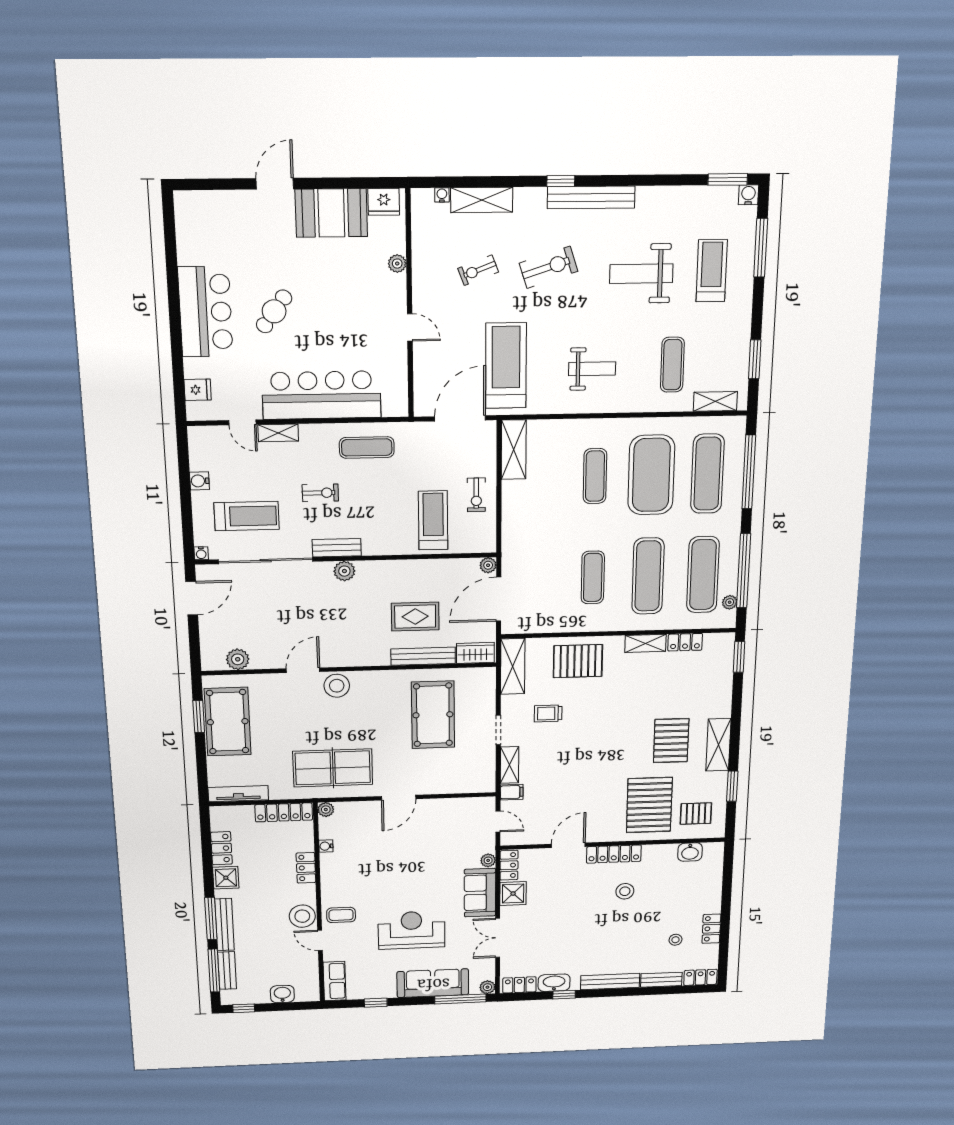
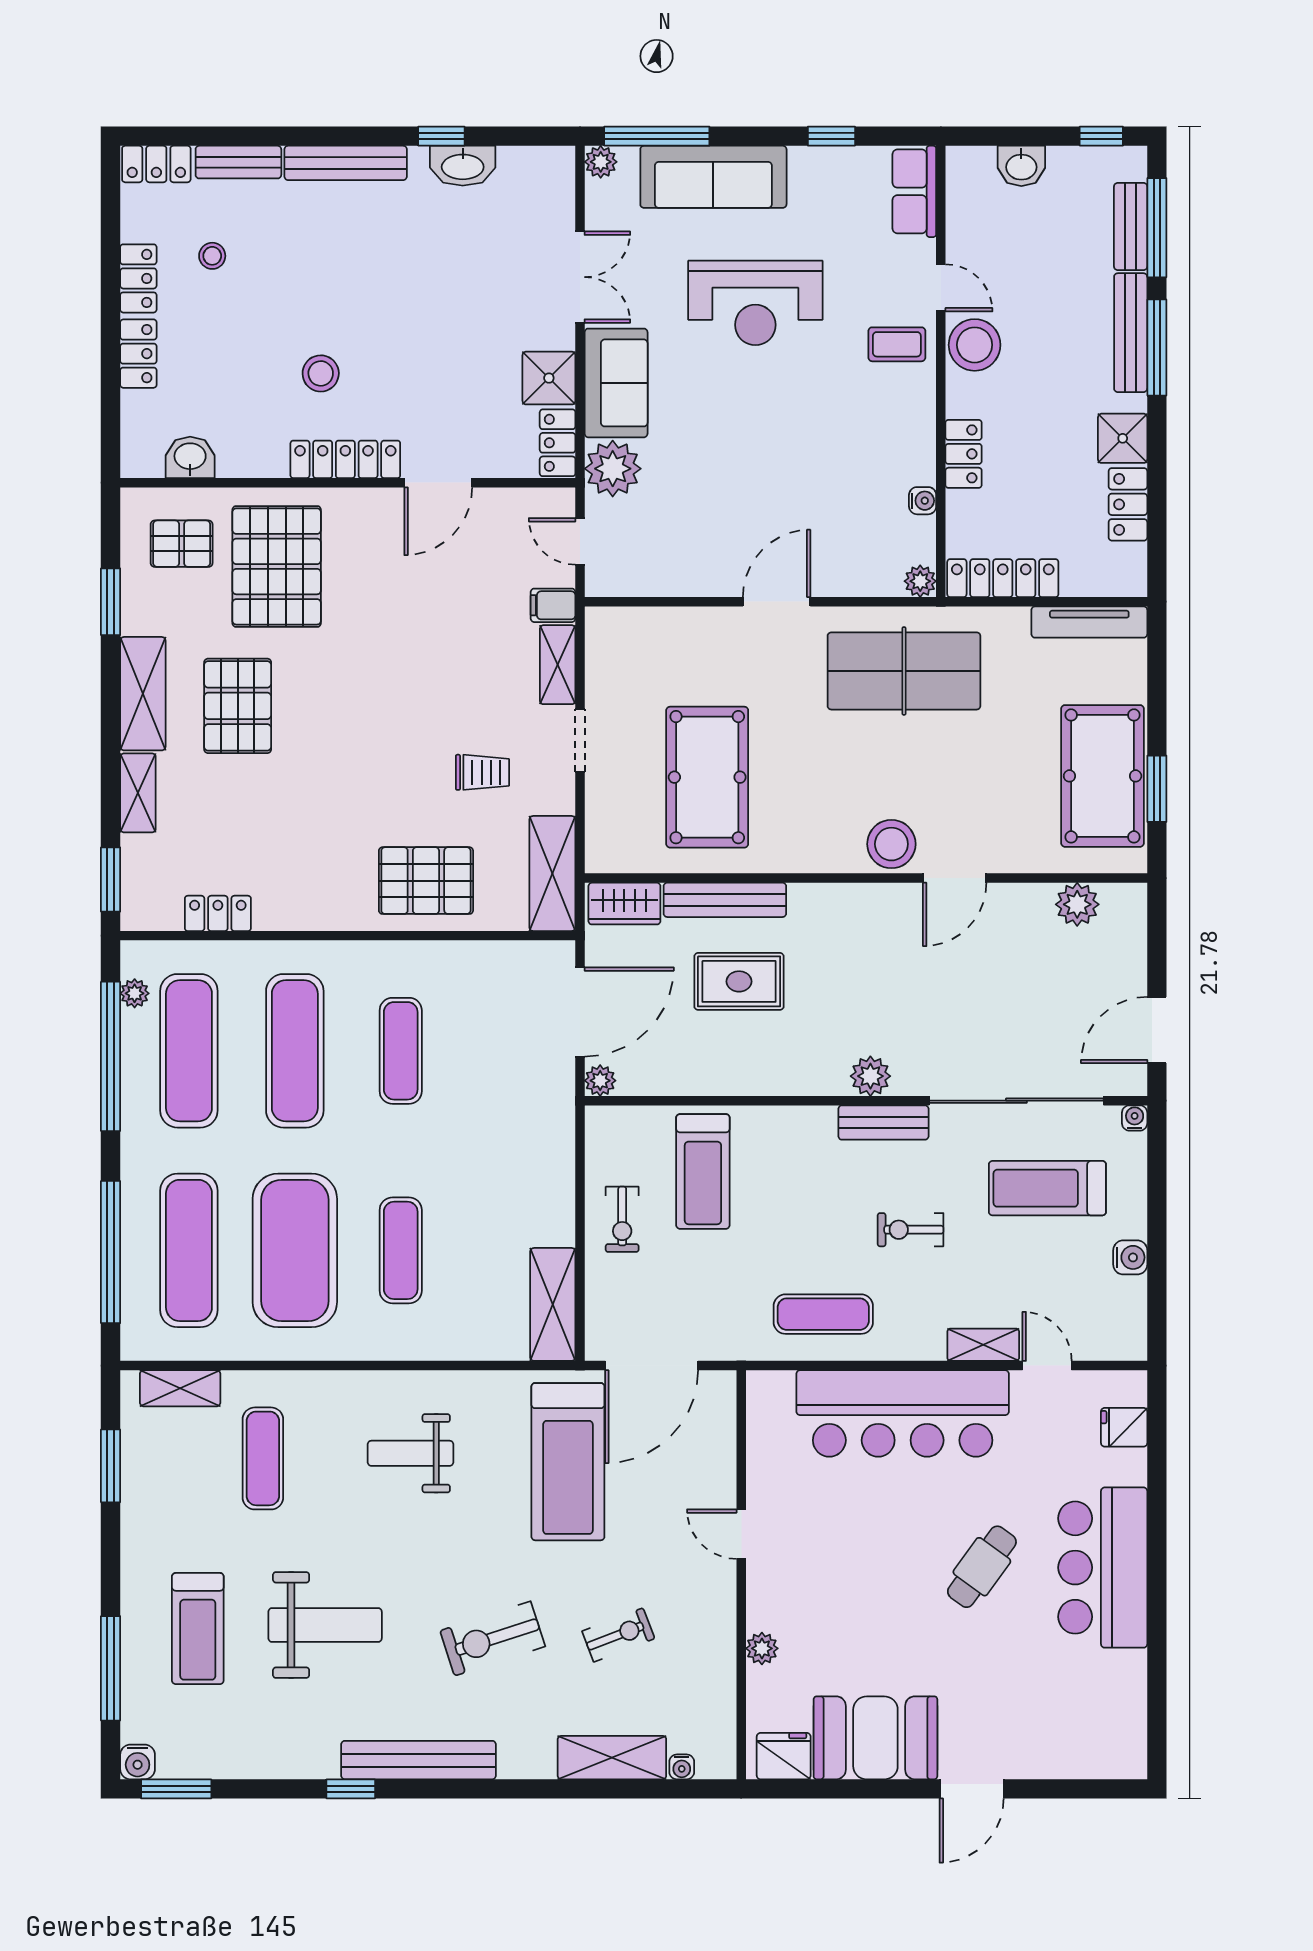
window: (561, 181) -> (351, 1789), moved
exercise bike: (476, 495) -> (622, 1219), turned 180
shelving: (645, 643) -> (138, 793), moved, turned 90
plant: (488, 860) -> (613, 469), width x1.87, depth x1.87
locker: (519, 985) -> (138, 354), moved, turned -90

